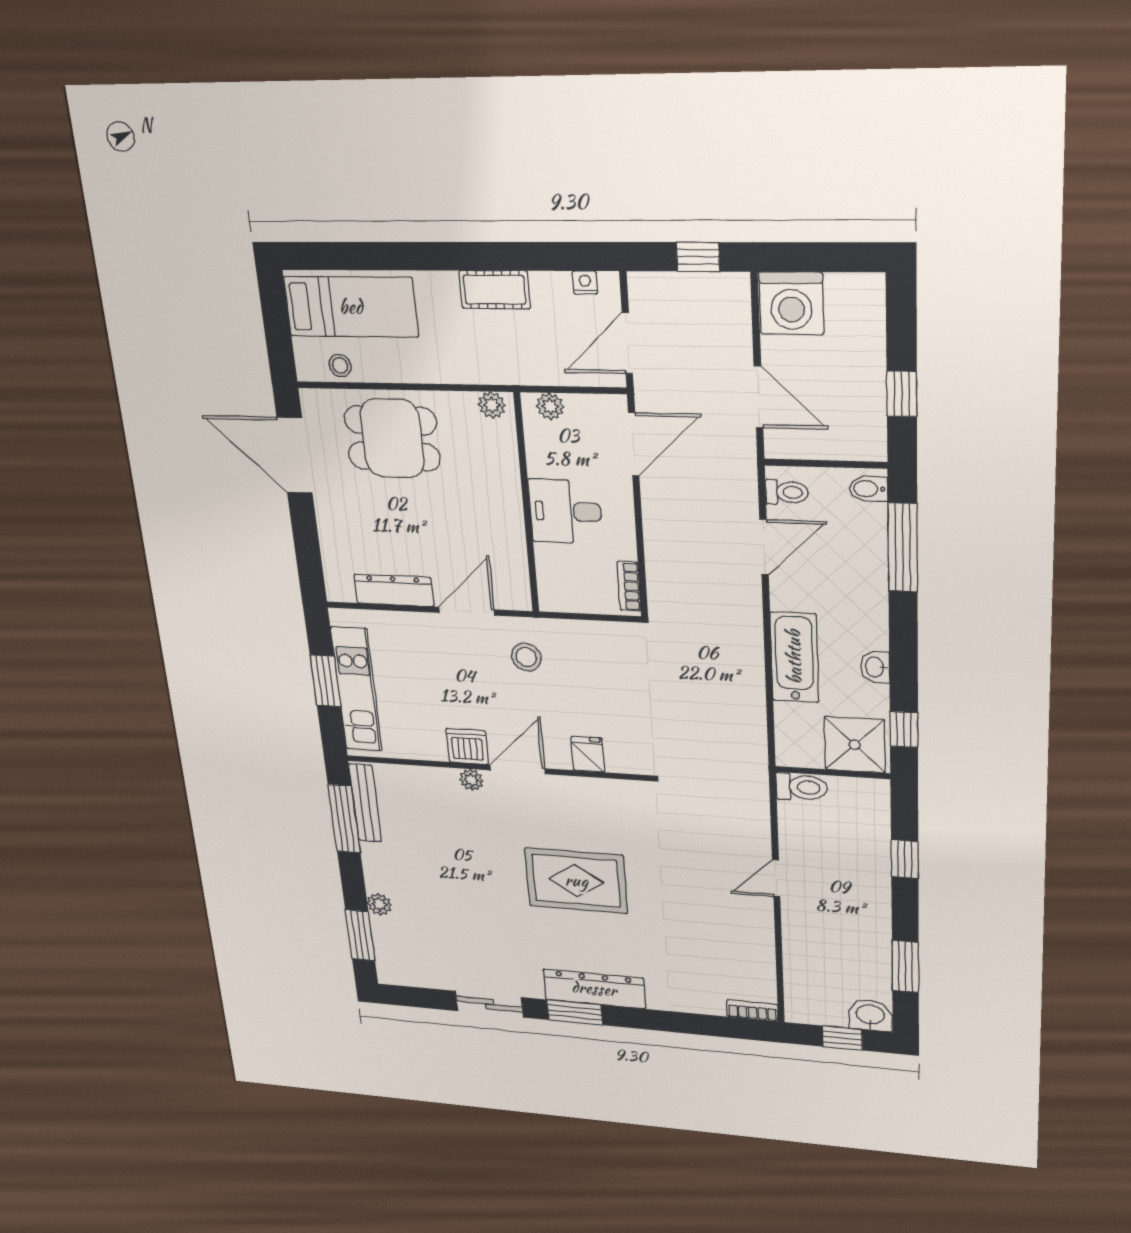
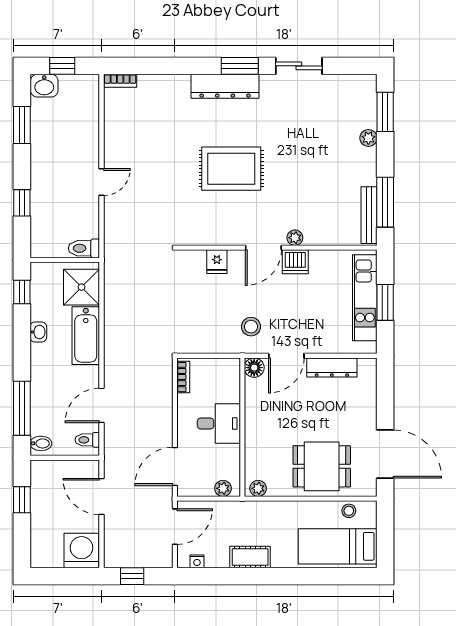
floor lamp: (516, 596) -> (254, 368), added
shower: (855, 745) -> (82, 287), moved

